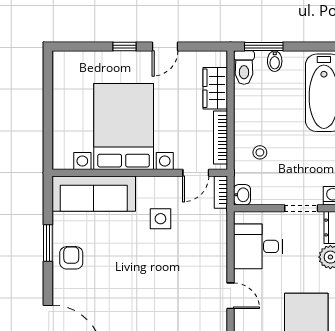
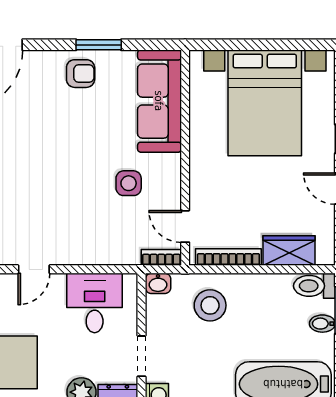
bed with nightstands: (124, 126) -> (265, 103), moved, turned 90
stool: (260, 152) -> (210, 305), width x1.89, depth x1.89

